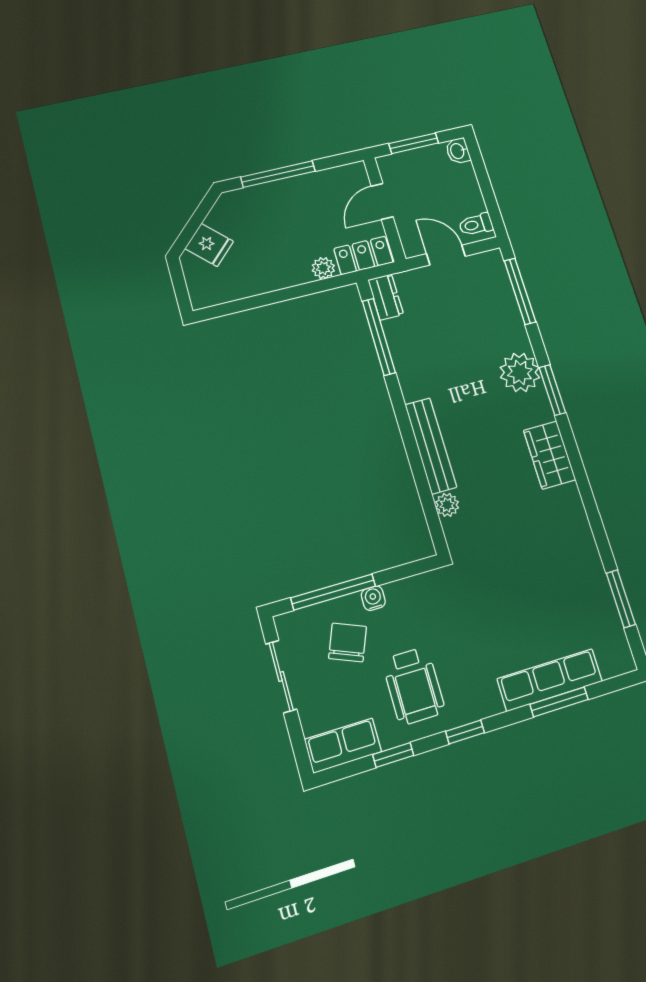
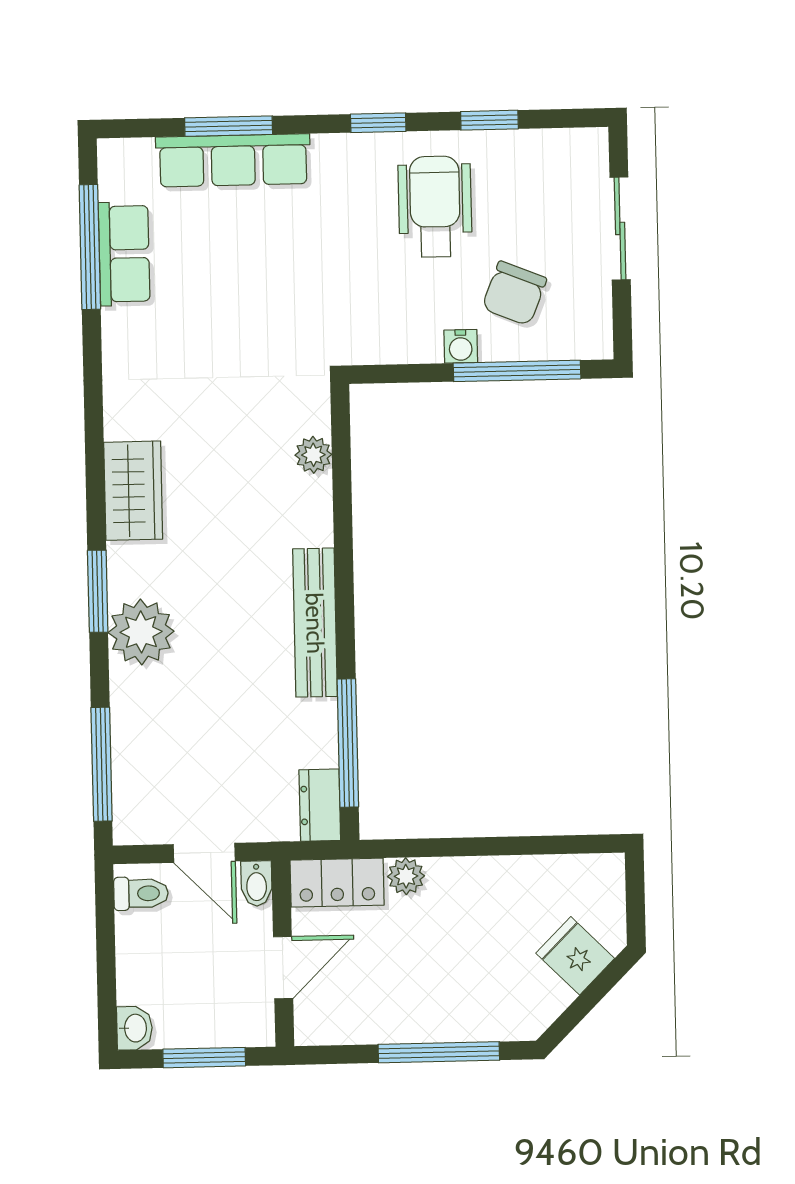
bidet: (411, 245) -> (257, 883), added
bench: (431, 446) -> (315, 623), moved
window: (621, 599) -> (90, 247), width x1.44
sliding door: (281, 676) -> (620, 228), moved
row of seats: (343, 746) -> (124, 254), moved, turned -90

